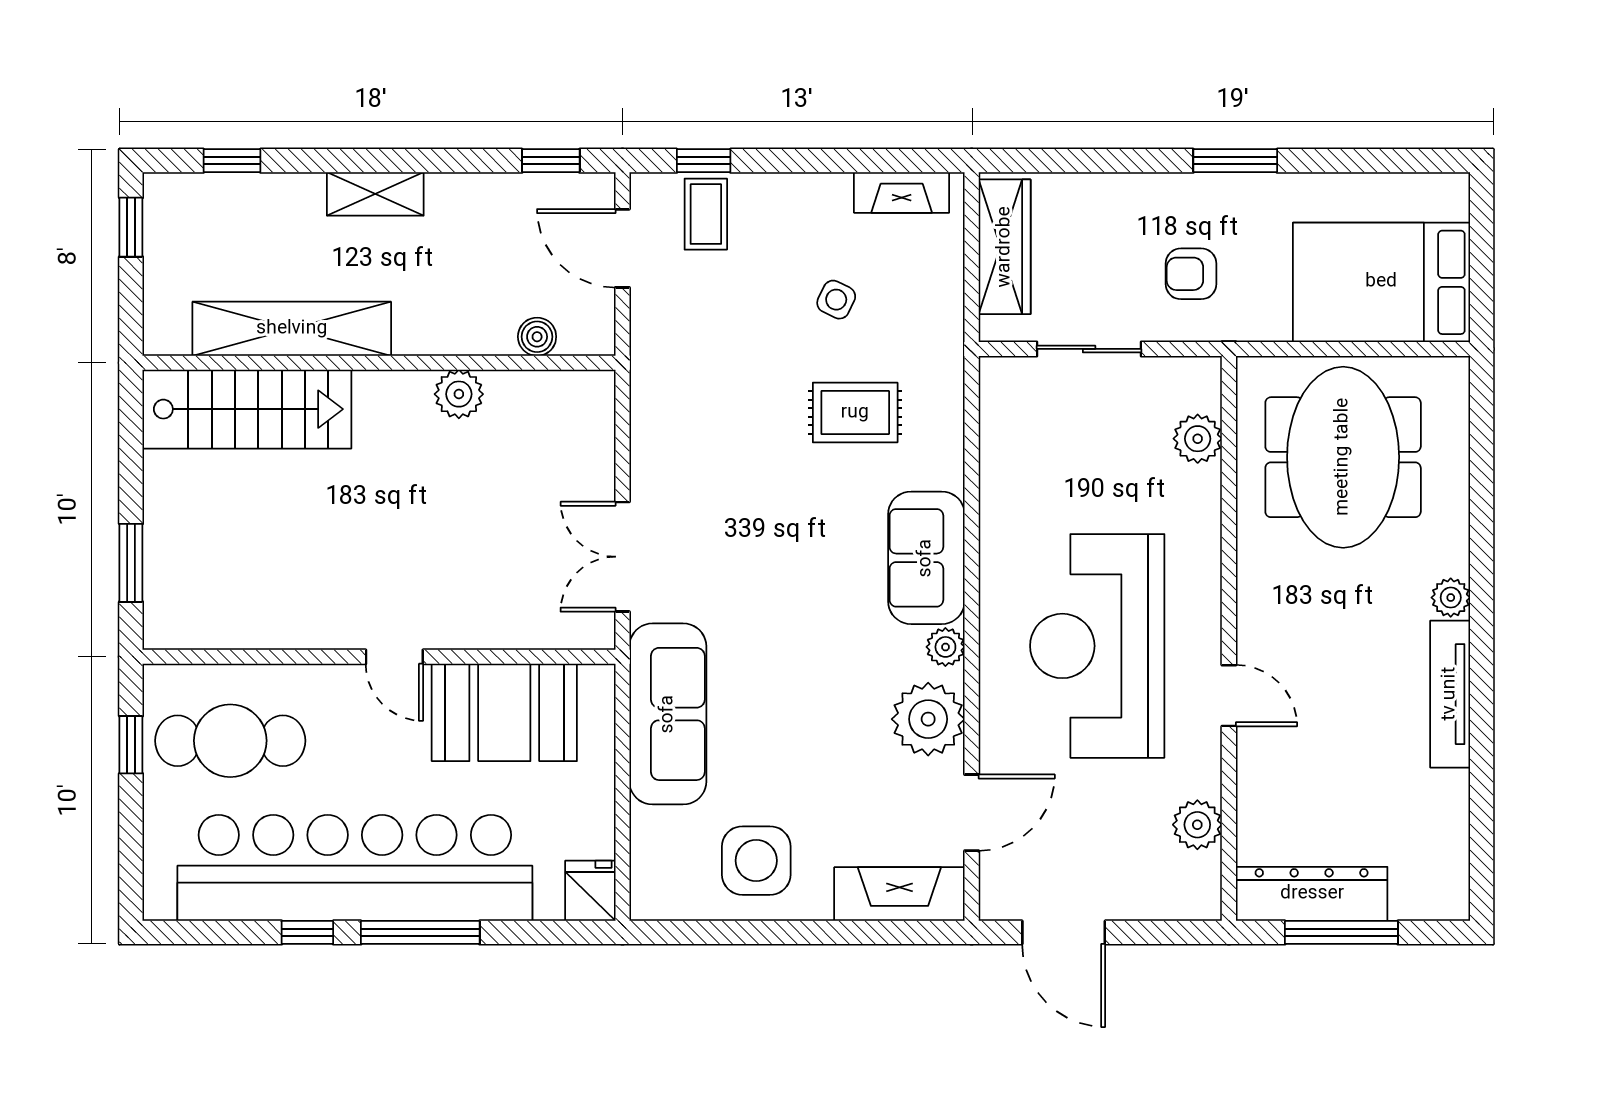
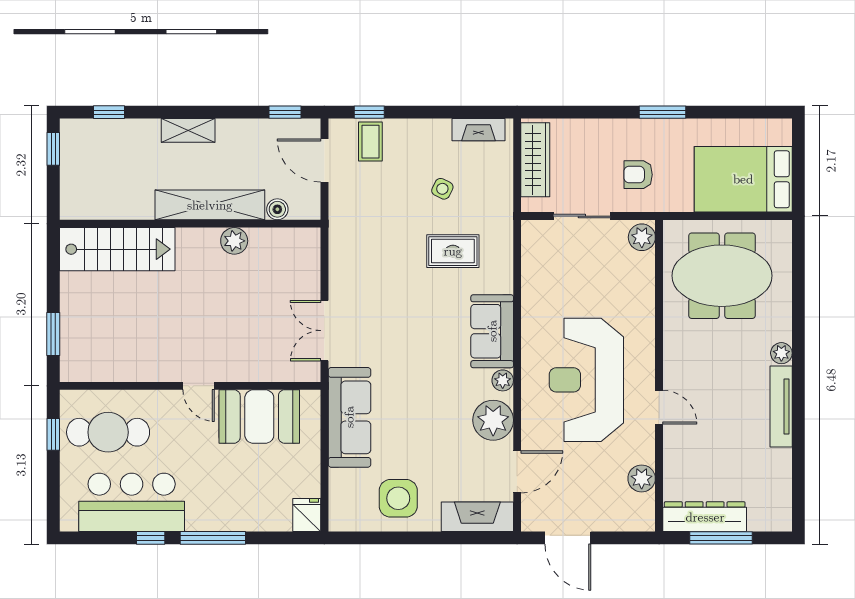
shelving: (292, 329) -> (210, 205), moved
plant: (1198, 439) -> (642, 237), moved
meeting table: (1343, 457) -> (722, 276), turned 90
bar counter: (355, 868) -> (132, 502), width x0.54

